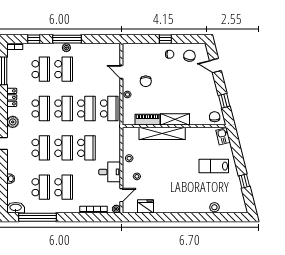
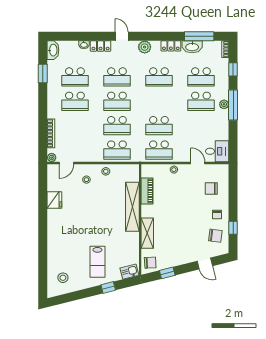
window: (165, 39) -> (233, 228), moved
door: (215, 66) -> (205, 263), swing flipped
door: (121, 72) -> (198, 163), hinge flipped
washbasin: (12, 77) -> (192, 47), added
chair: (146, 81) -> (211, 188), moved
school desk: (64, 109) -> (117, 150), moved
shelving: (175, 119) -> (147, 233), moved
locker: (12, 163) -> (101, 46), added
lab bench: (214, 166) -> (97, 262), turned 180
desk: (110, 172) -> (217, 151), moved, turned -90
window: (244, 181) -> (108, 288), moved
door: (121, 195) -> (66, 163), hinge flipped
fridge: (145, 206) -> (54, 200), moved
stool: (214, 207) -> (63, 278), moved
window: (37, 217) -> (43, 73), width x0.47

